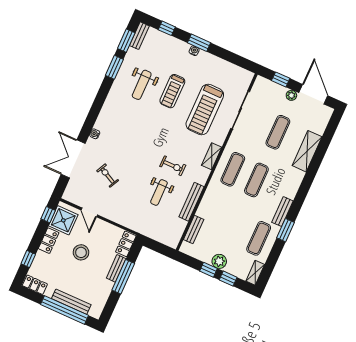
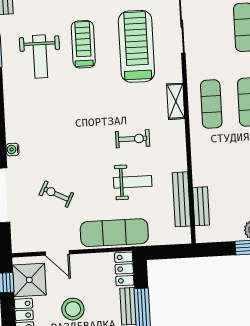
treadmill: (172, 91) -> (83, 44), turned 180
treadmill: (205, 109) -> (136, 46), turned 180
weight bench: (159, 192) -> (133, 182), turned -90
bench: (191, 202) -> (181, 199), moved
exercise mat: (131, 218) -> (114, 233), added

